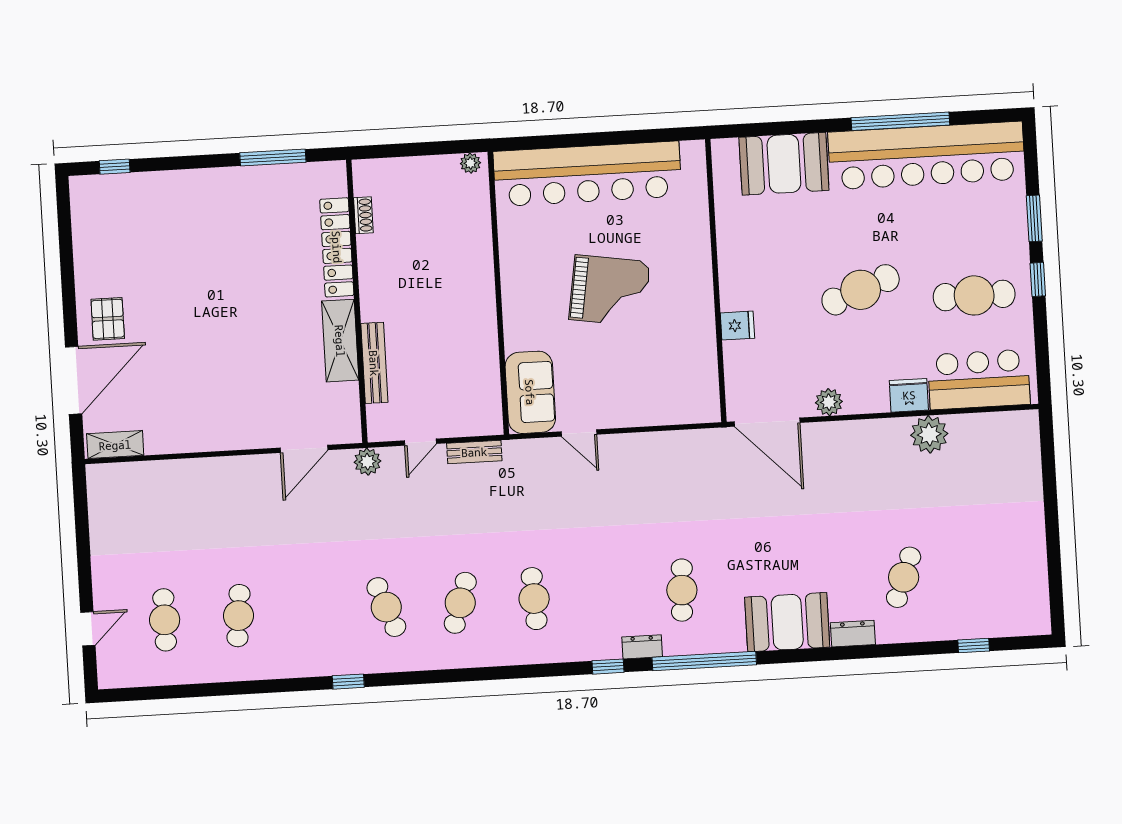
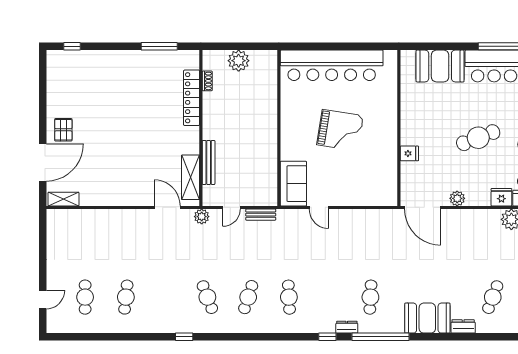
plant: (470, 163) -> (239, 61), moved, width x1.87, depth x1.87
shelving: (340, 341) -> (191, 177), moved
door: (304, 449) -> (167, 207), swing flipped

